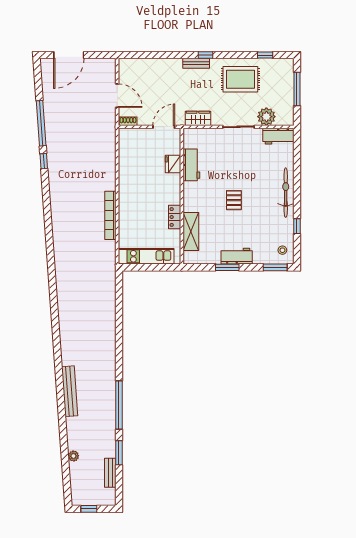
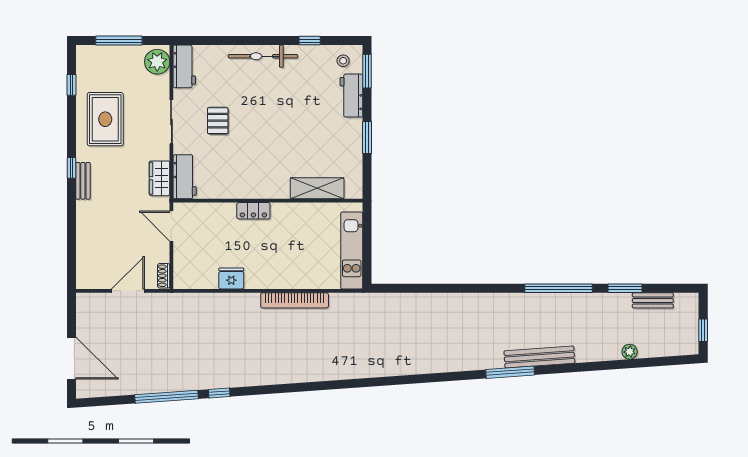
plant: (266, 117) -> (157, 62), moved
fridge: (173, 164) -> (231, 279), moved, turned 180
workbench: (191, 165) -> (185, 177), moved, turned 90
pallet: (234, 200) -> (218, 121), moved, turned 90
locker: (175, 217) -> (253, 211), moved
workbench: (237, 256) -> (351, 96), moved
window: (59, 370) -> (510, 372), added

